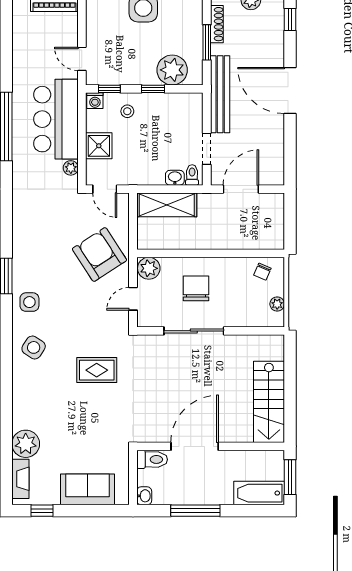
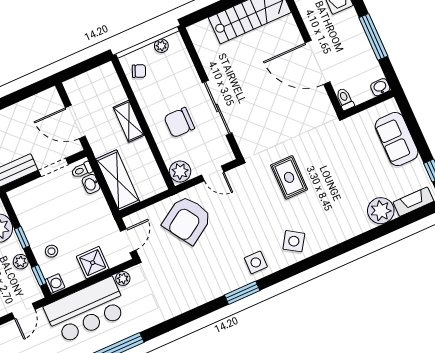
plant: (130, 77) -> (21, 262), added
shelving: (219, 241) -> (129, 121), added
toilet: (152, 459) -> (345, 99), width x0.73, depth x0.72

